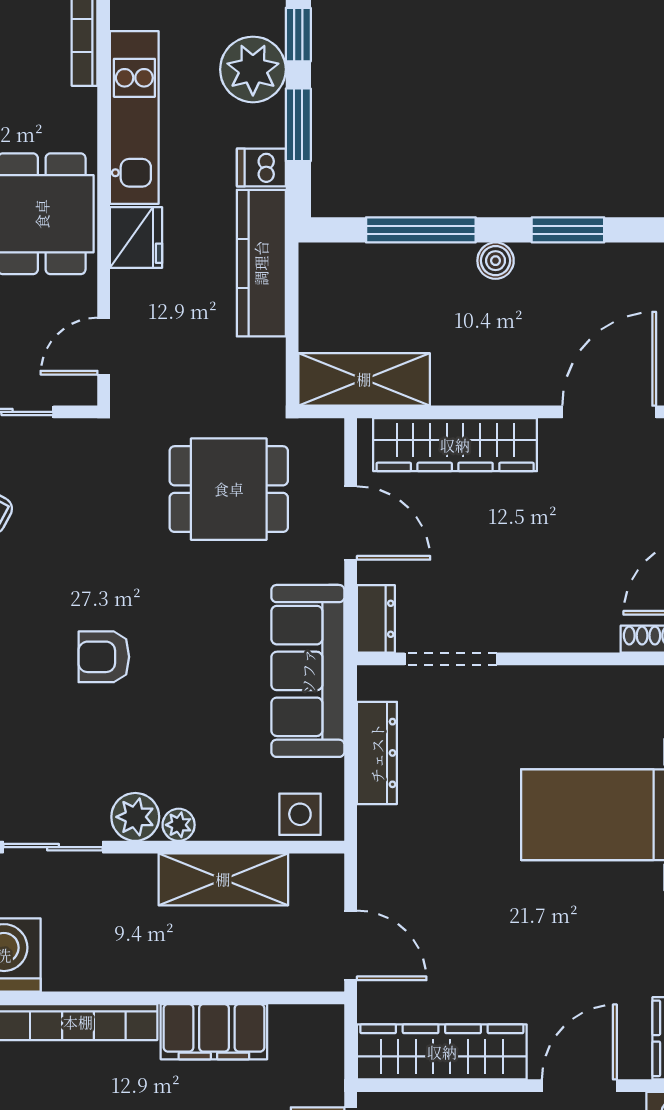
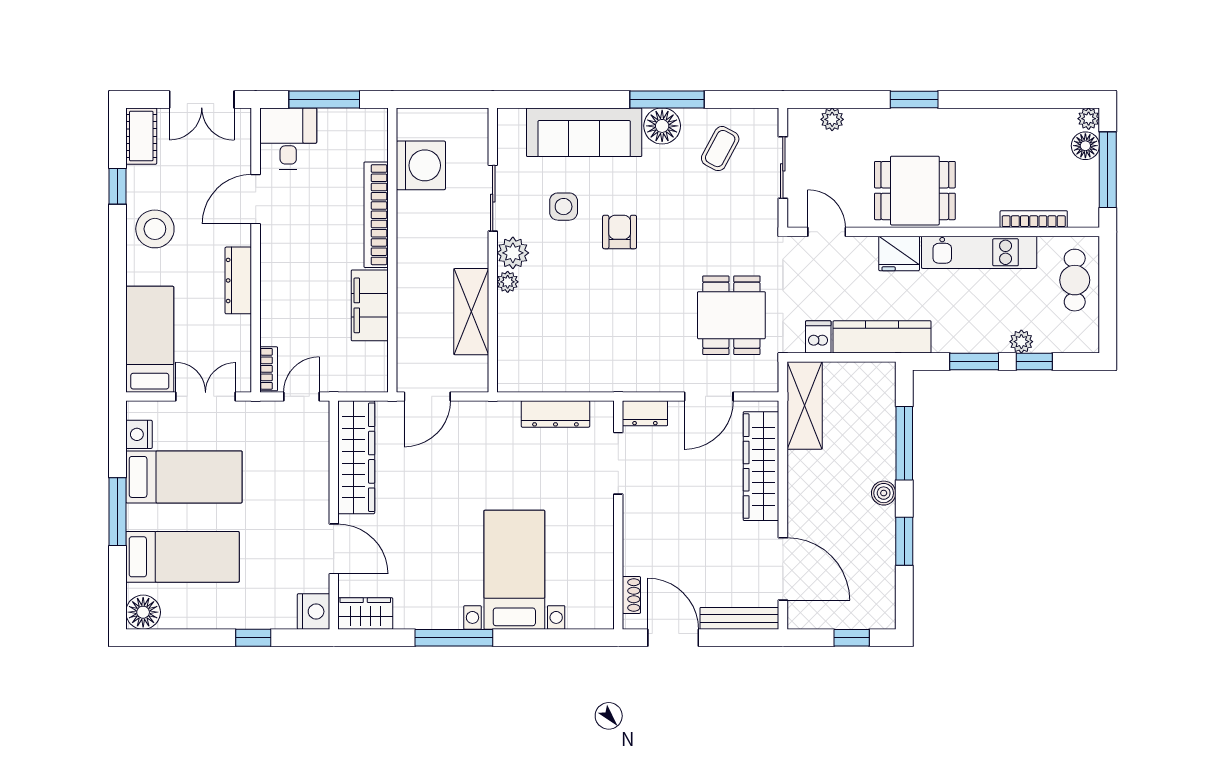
plant: (253, 69) -> (1021, 342), width x0.53, depth x0.53
dishwasher: (261, 167) -> (818, 337), moved
sofa: (308, 671) -> (610, 368), removed
side table: (300, 814) -> (564, 207), moved

